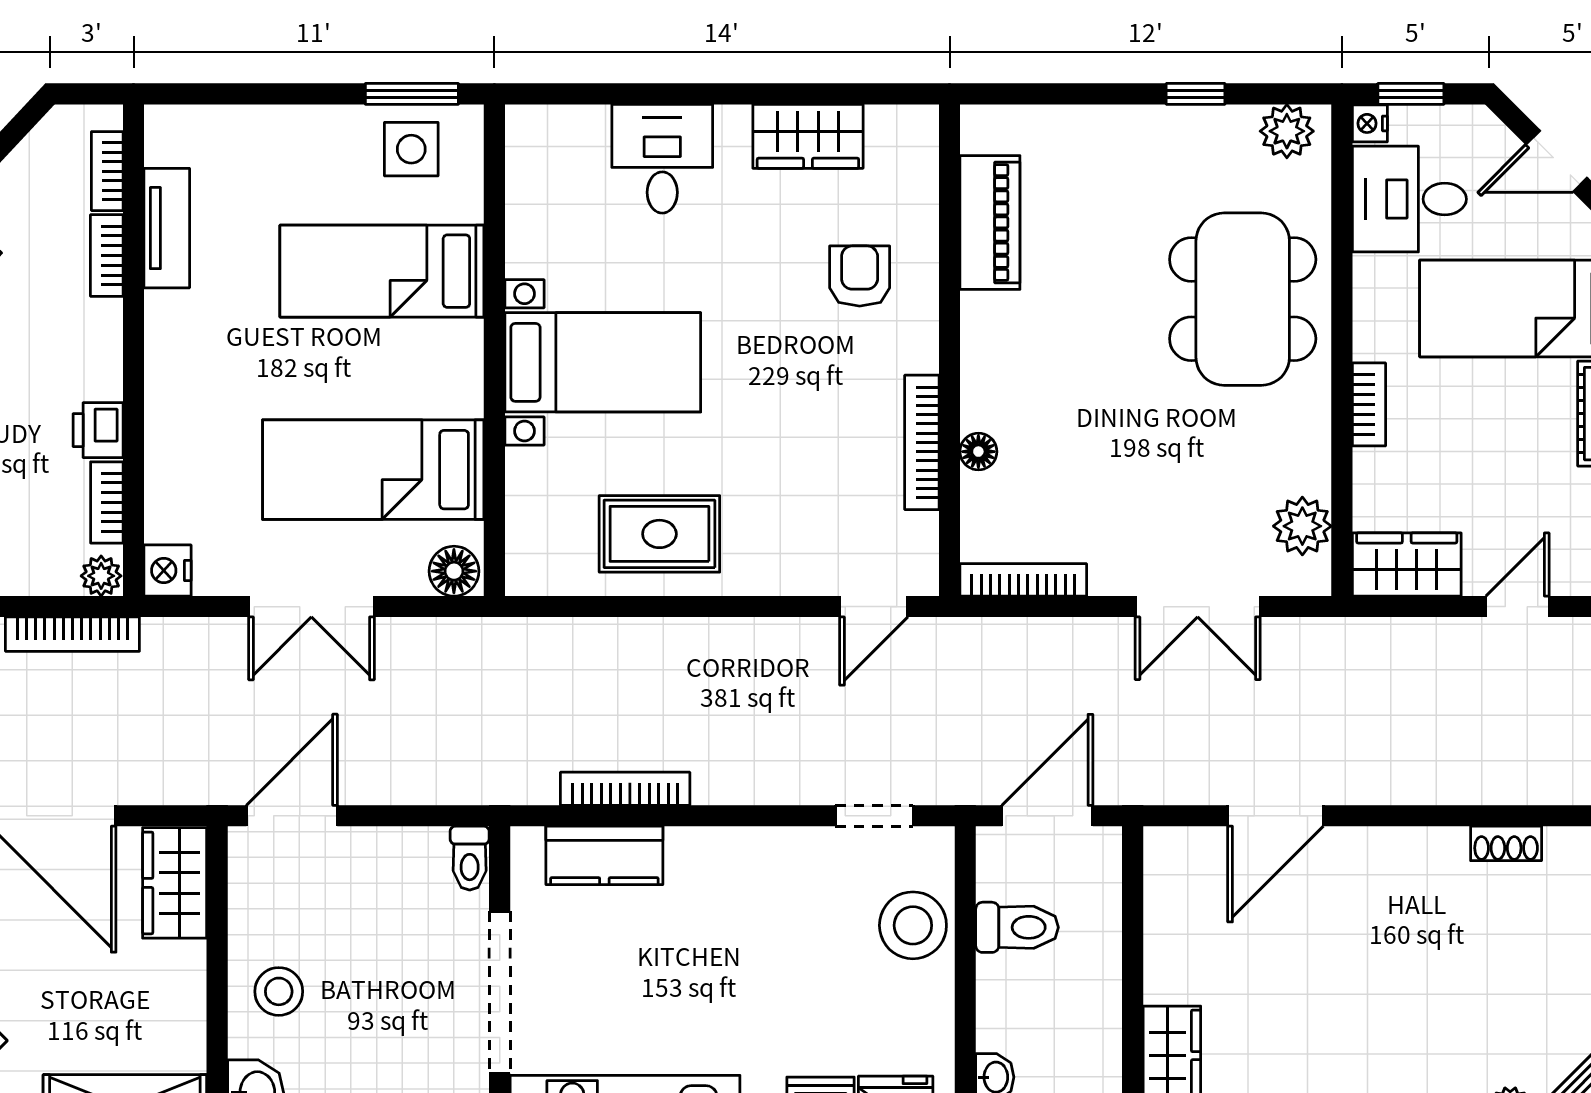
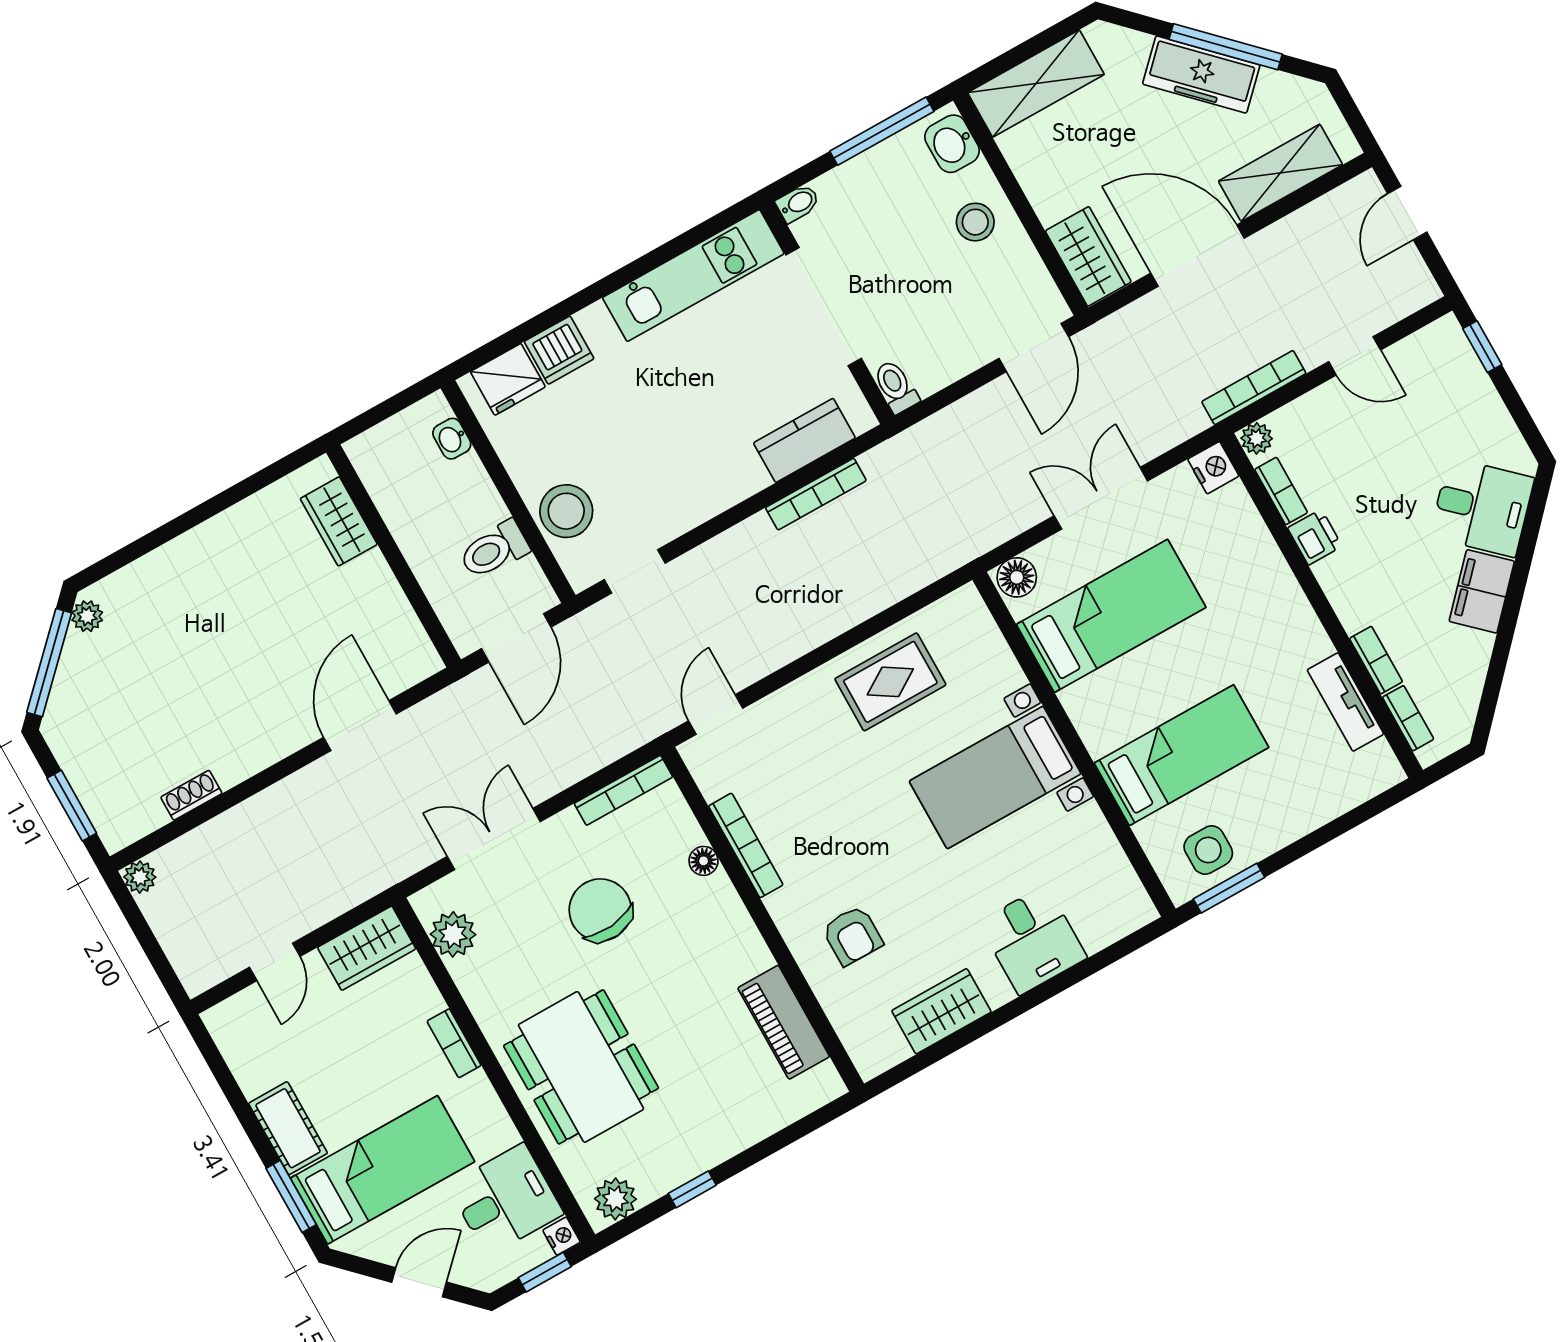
chair: (1124, 461) -> (600, 910), added

